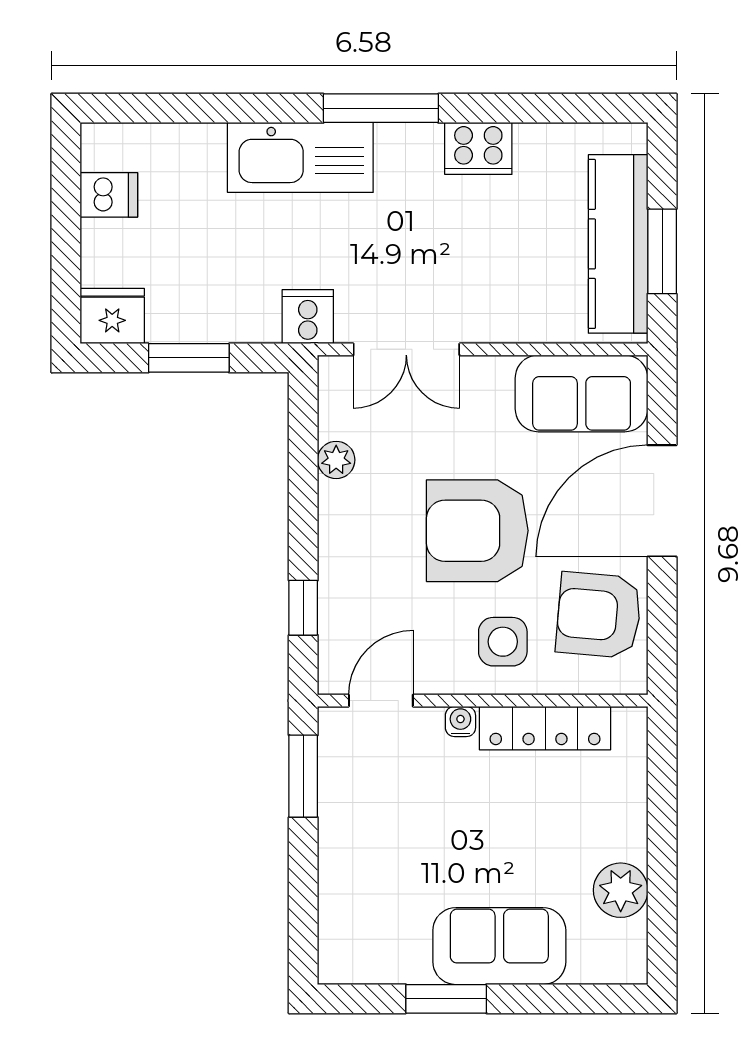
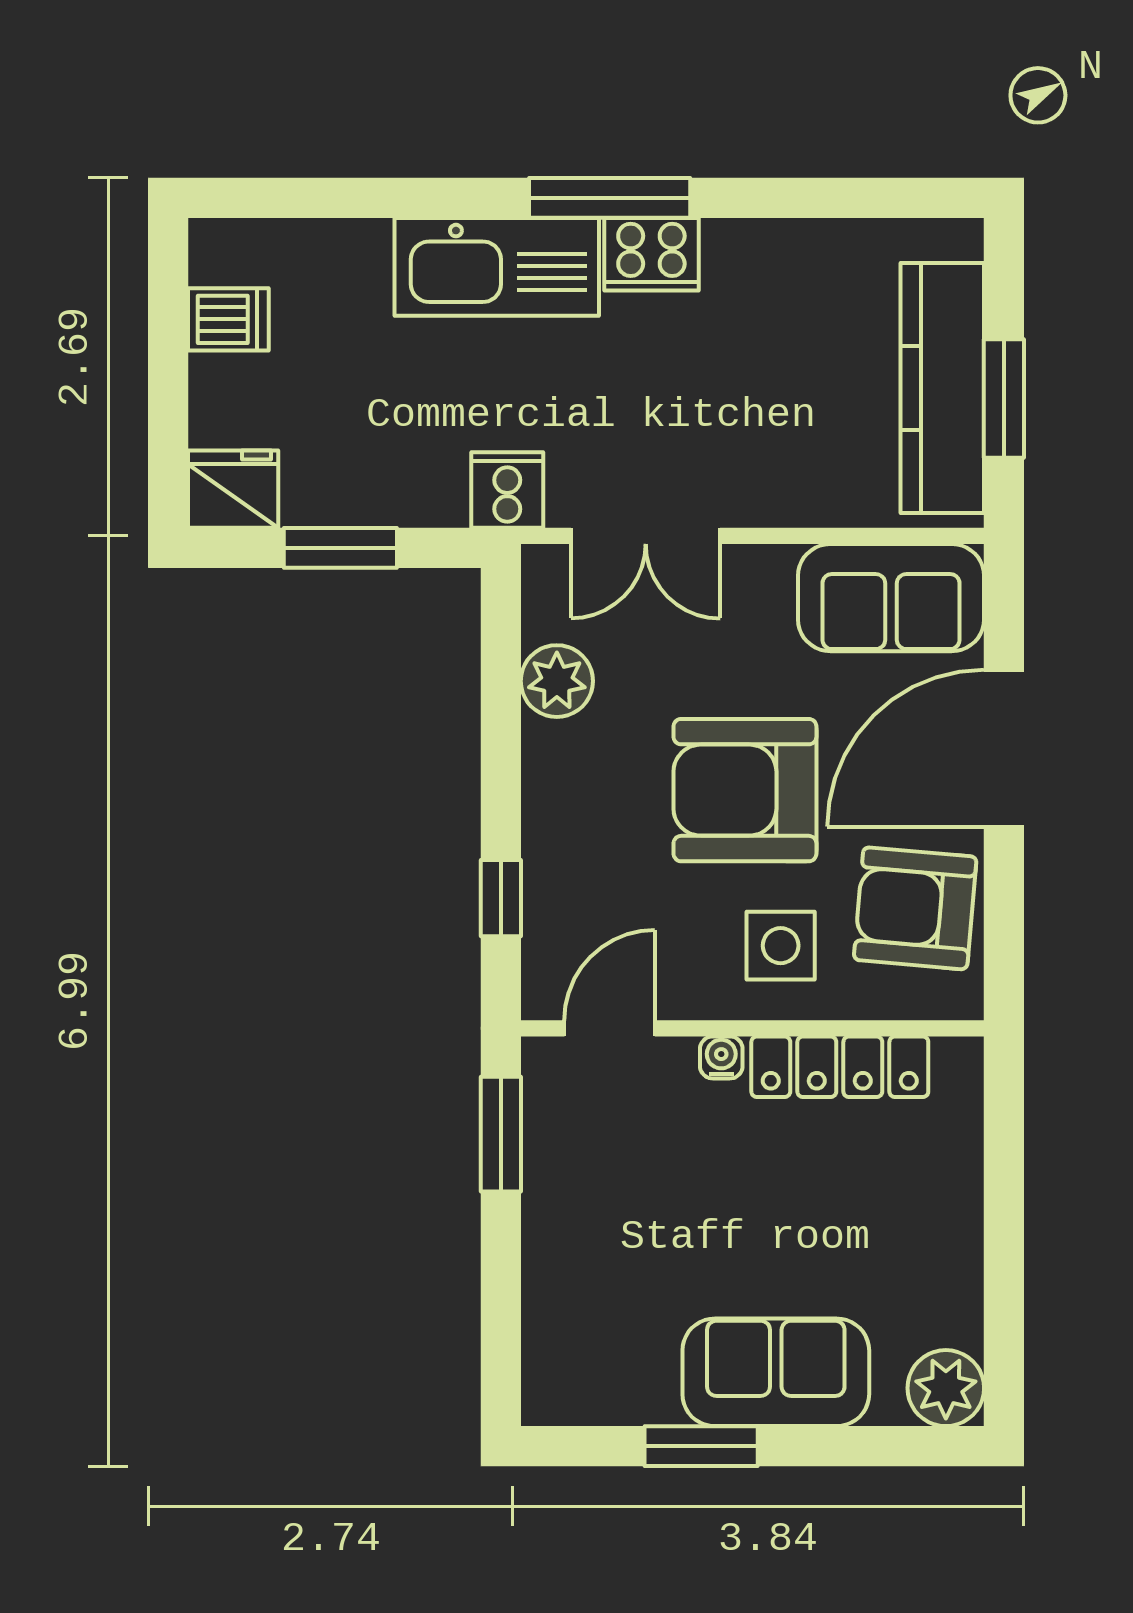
cooker: (478, 148) -> (651, 254), moved
plant: (336, 460) -> (557, 681), width x1.38, depth x1.38
plant: (621, 890) -> (946, 1388), moved

